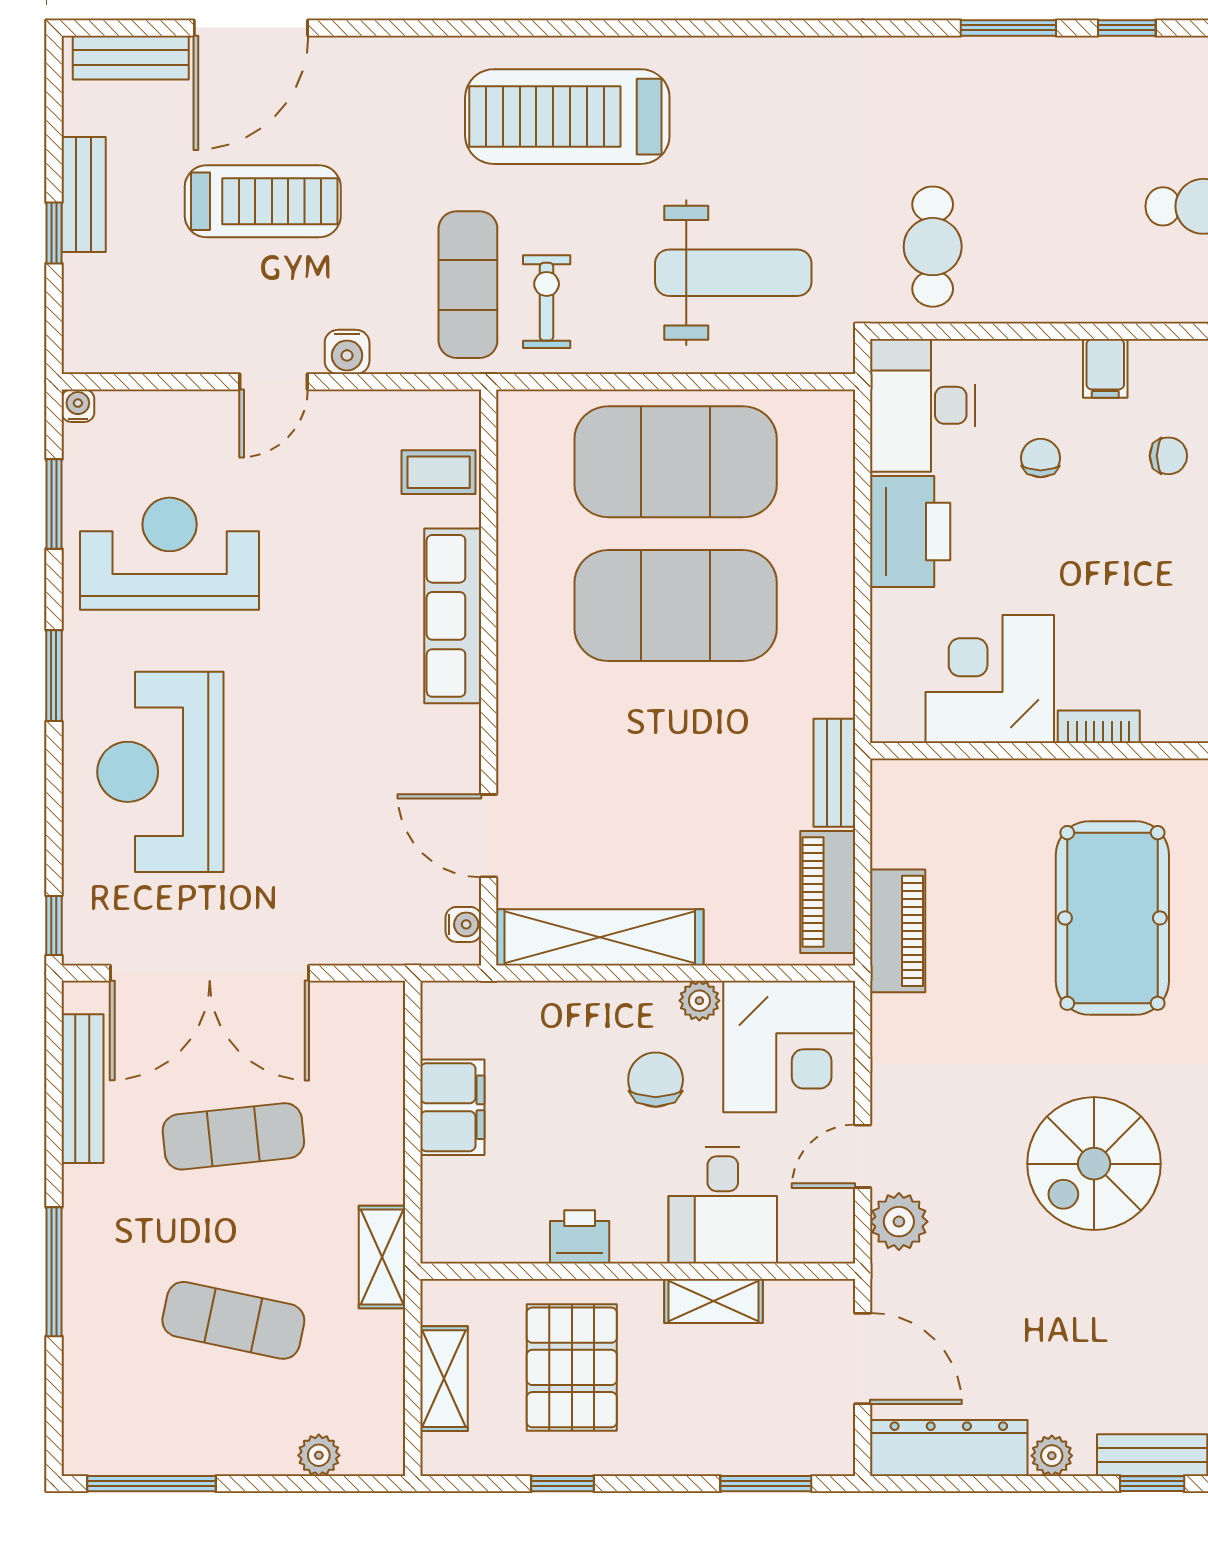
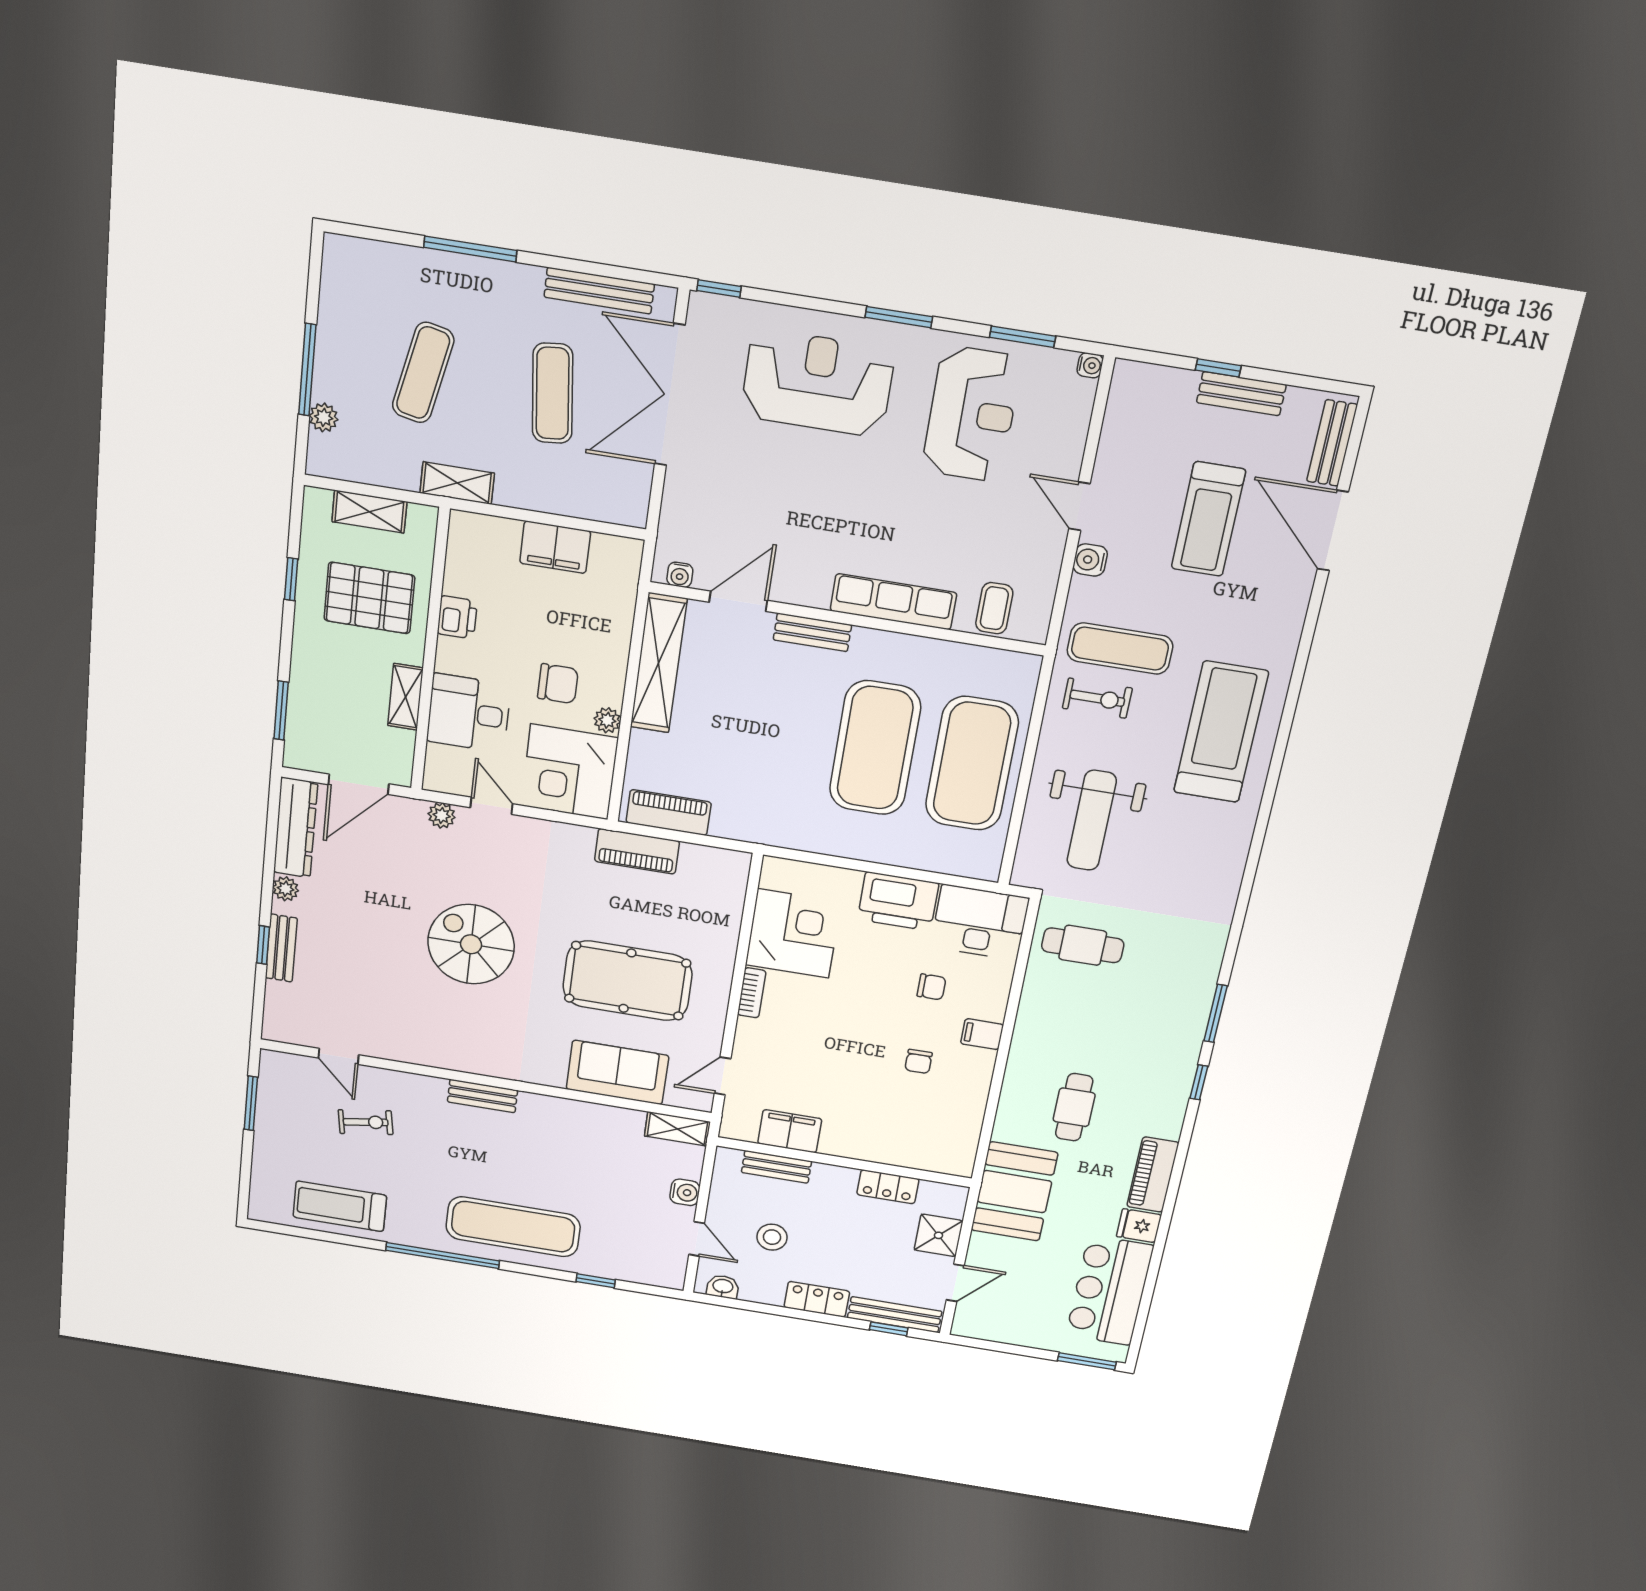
bench: (834, 773) -> (812, 632), moved
plant: (899, 1222) -> (442, 815), width x0.73, depth x0.73
window: (152, 1484) -> (307, 370), moved

